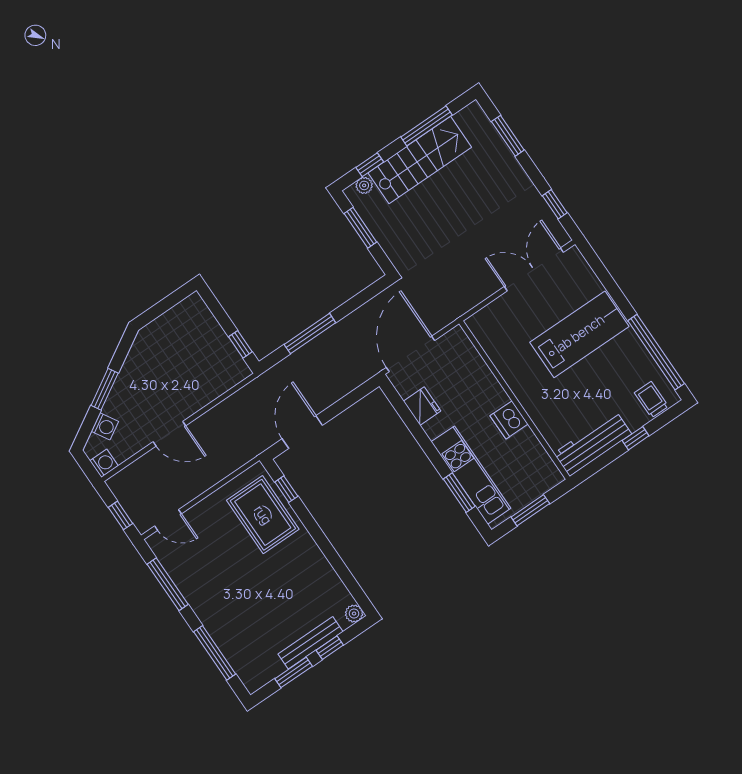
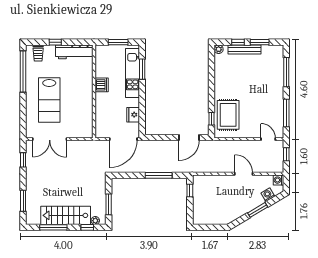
lab bench: (579, 334) -> (49, 100), turned -90

